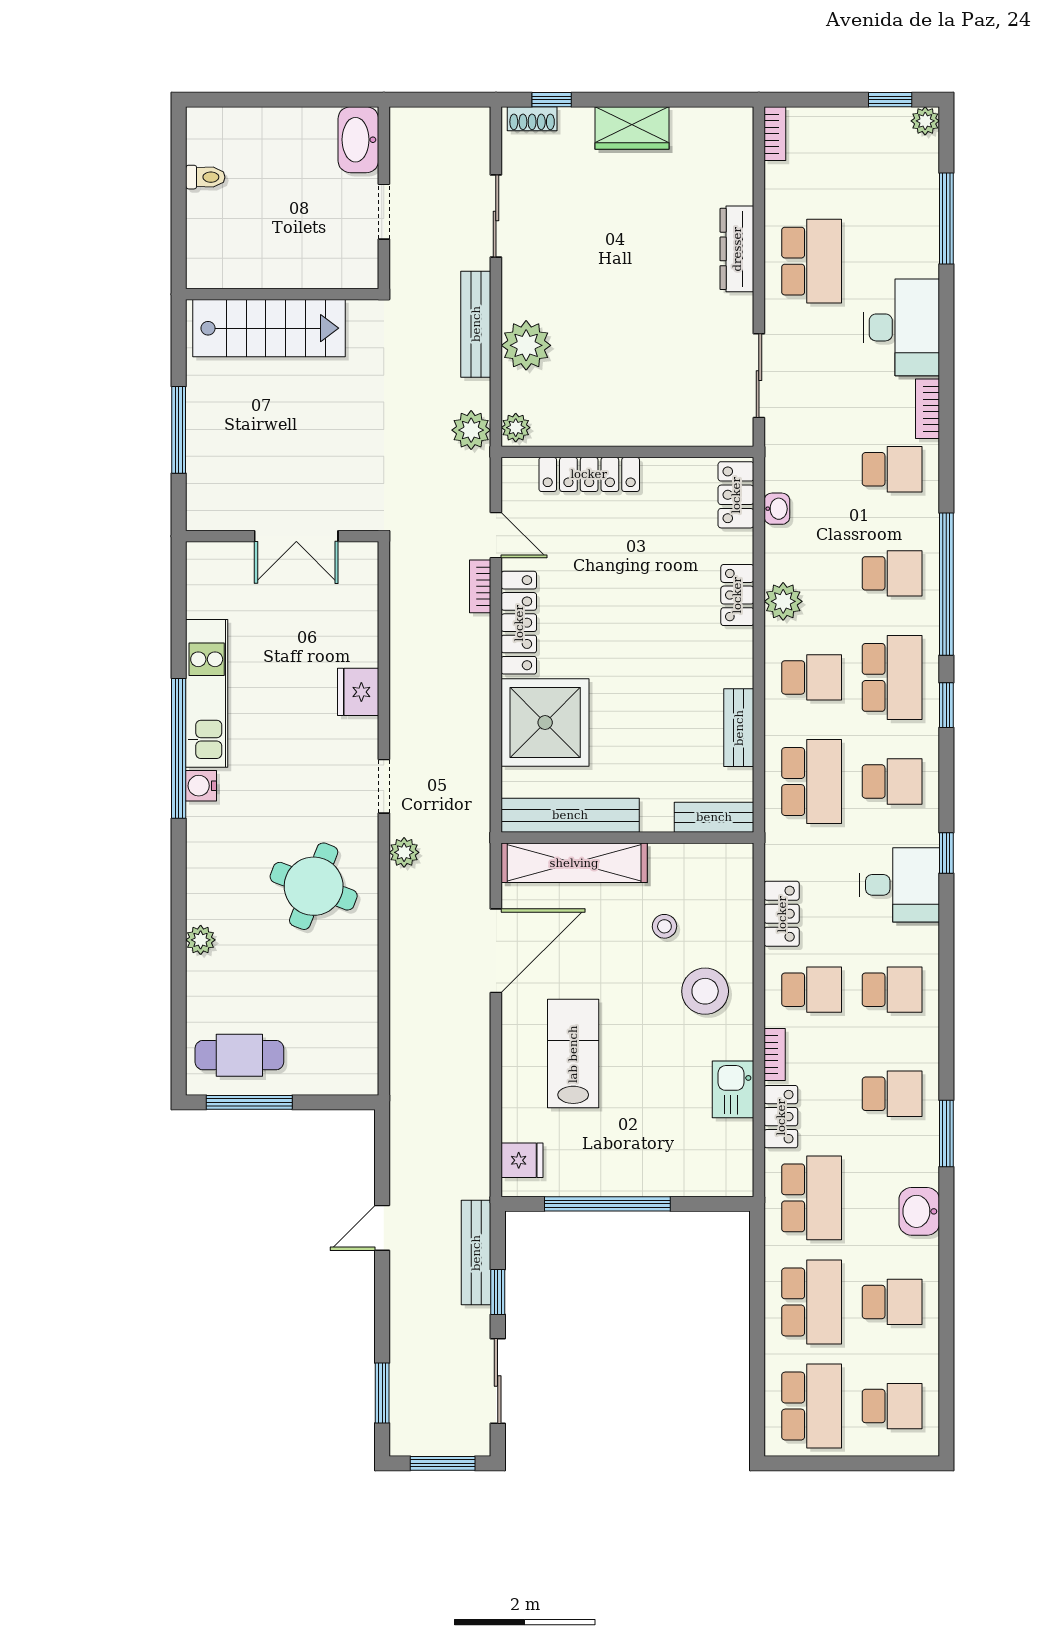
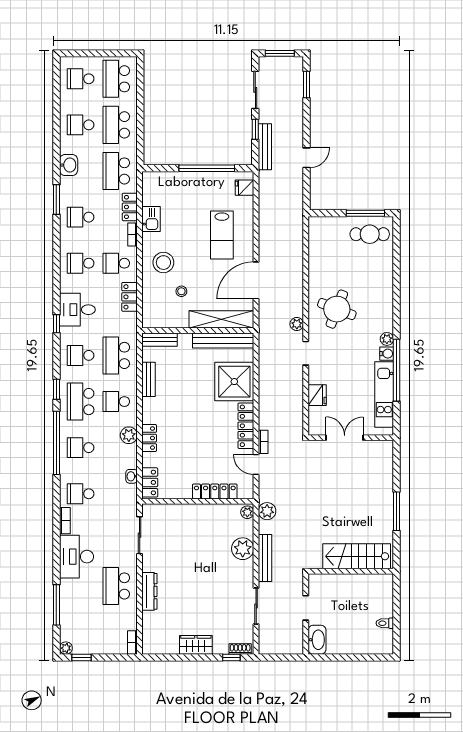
wall: (282, 536) -> (351, 438), moved
double door: (296, 536) -> (345, 438), moved
plant: (201, 940) -> (387, 339), moved

